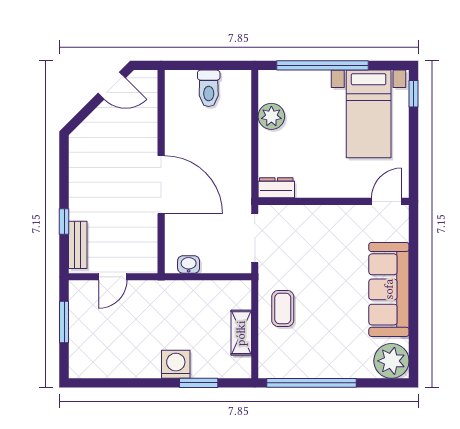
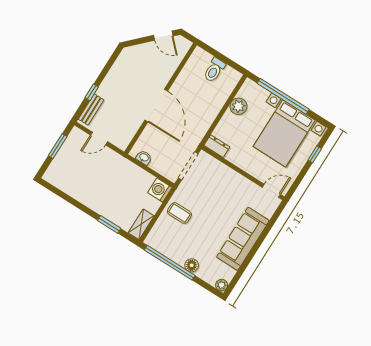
window: (414, 94) -> (315, 154), moved
bed with nightstands: (369, 114) -> (284, 133), width x1.36
coffee table: (283, 308) -> (179, 213), turned 90
shelving: (241, 333) -> (141, 224), moved
plant: (391, 361) -> (222, 285), width x0.53, depth x0.53
washing machine: (176, 364) -> (160, 190), moved, turned -90
floor lamp: (343, 368) -> (192, 265), added

